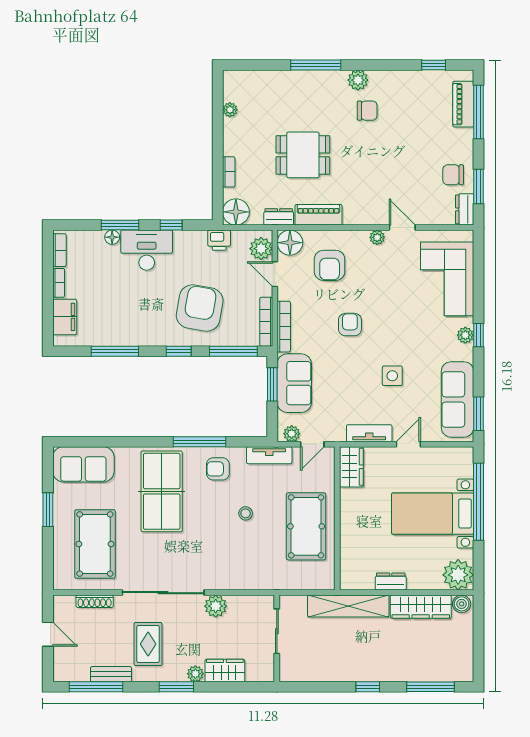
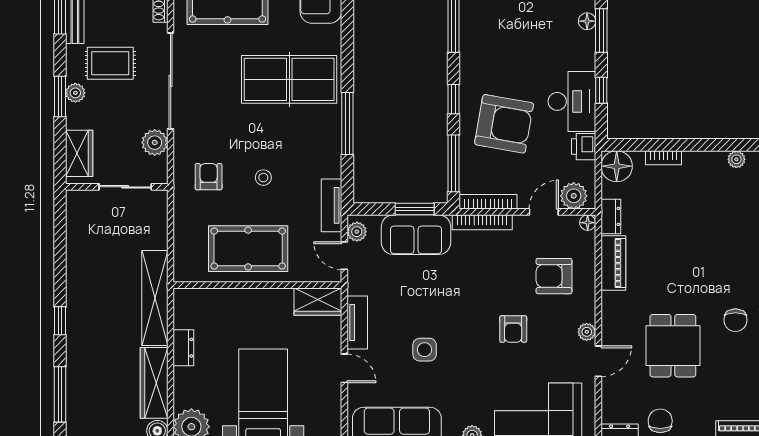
dining table: (303, 155) -> (673, 346), moved
floor lamp: (290, 243) -> (588, 223), width x0.53, depth x0.53
desk: (147, 250) -> (572, 101), moved
armchair: (350, 325) -> (513, 329), moved, turned 90
armchair: (218, 469) -> (209, 177), moved
sliding door: (277, 631) -> (125, 187), moved
wall: (277, 638) -> (117, 187), moved
plant: (195, 674) -> (75, 93), moved

